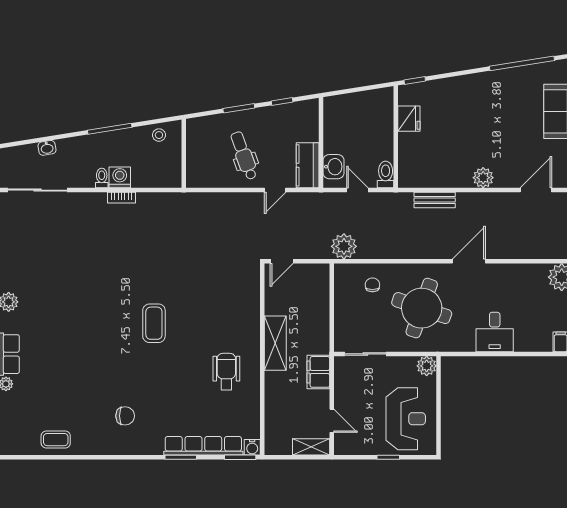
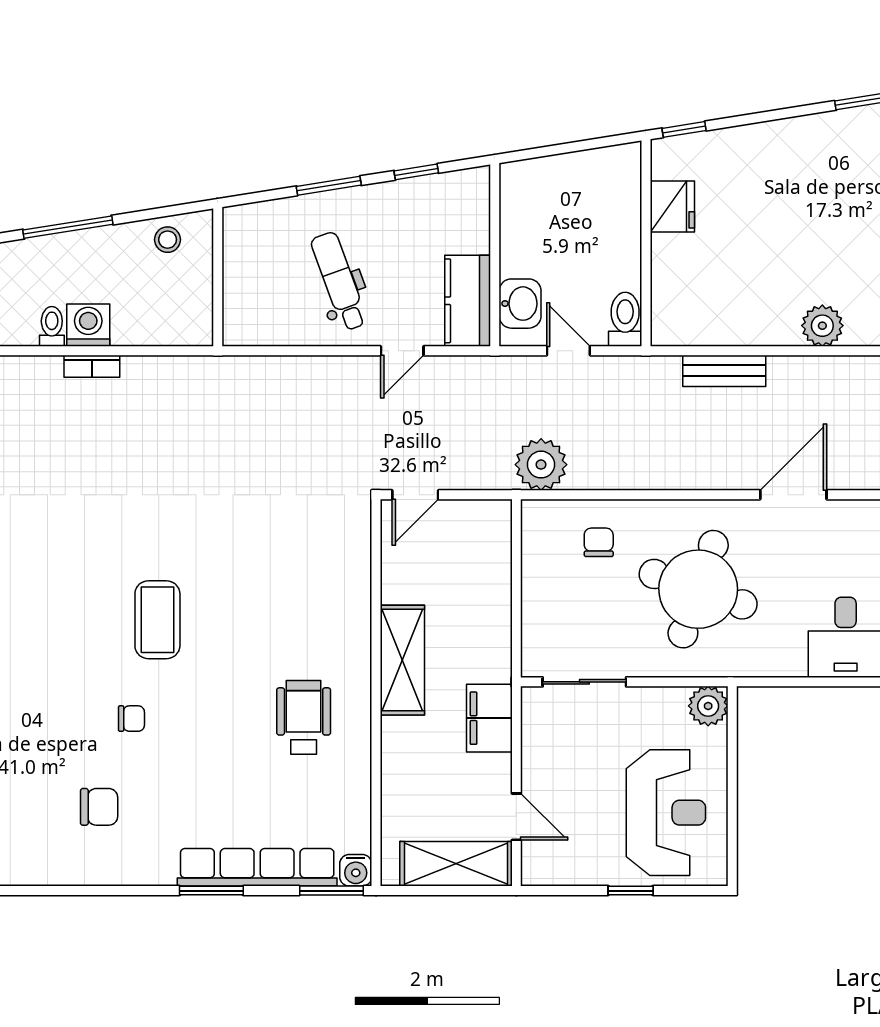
chair: (141, 372) -> (131, 719), added
shelving: (311, 447) -> (456, 864), width x1.50, depth x1.33

